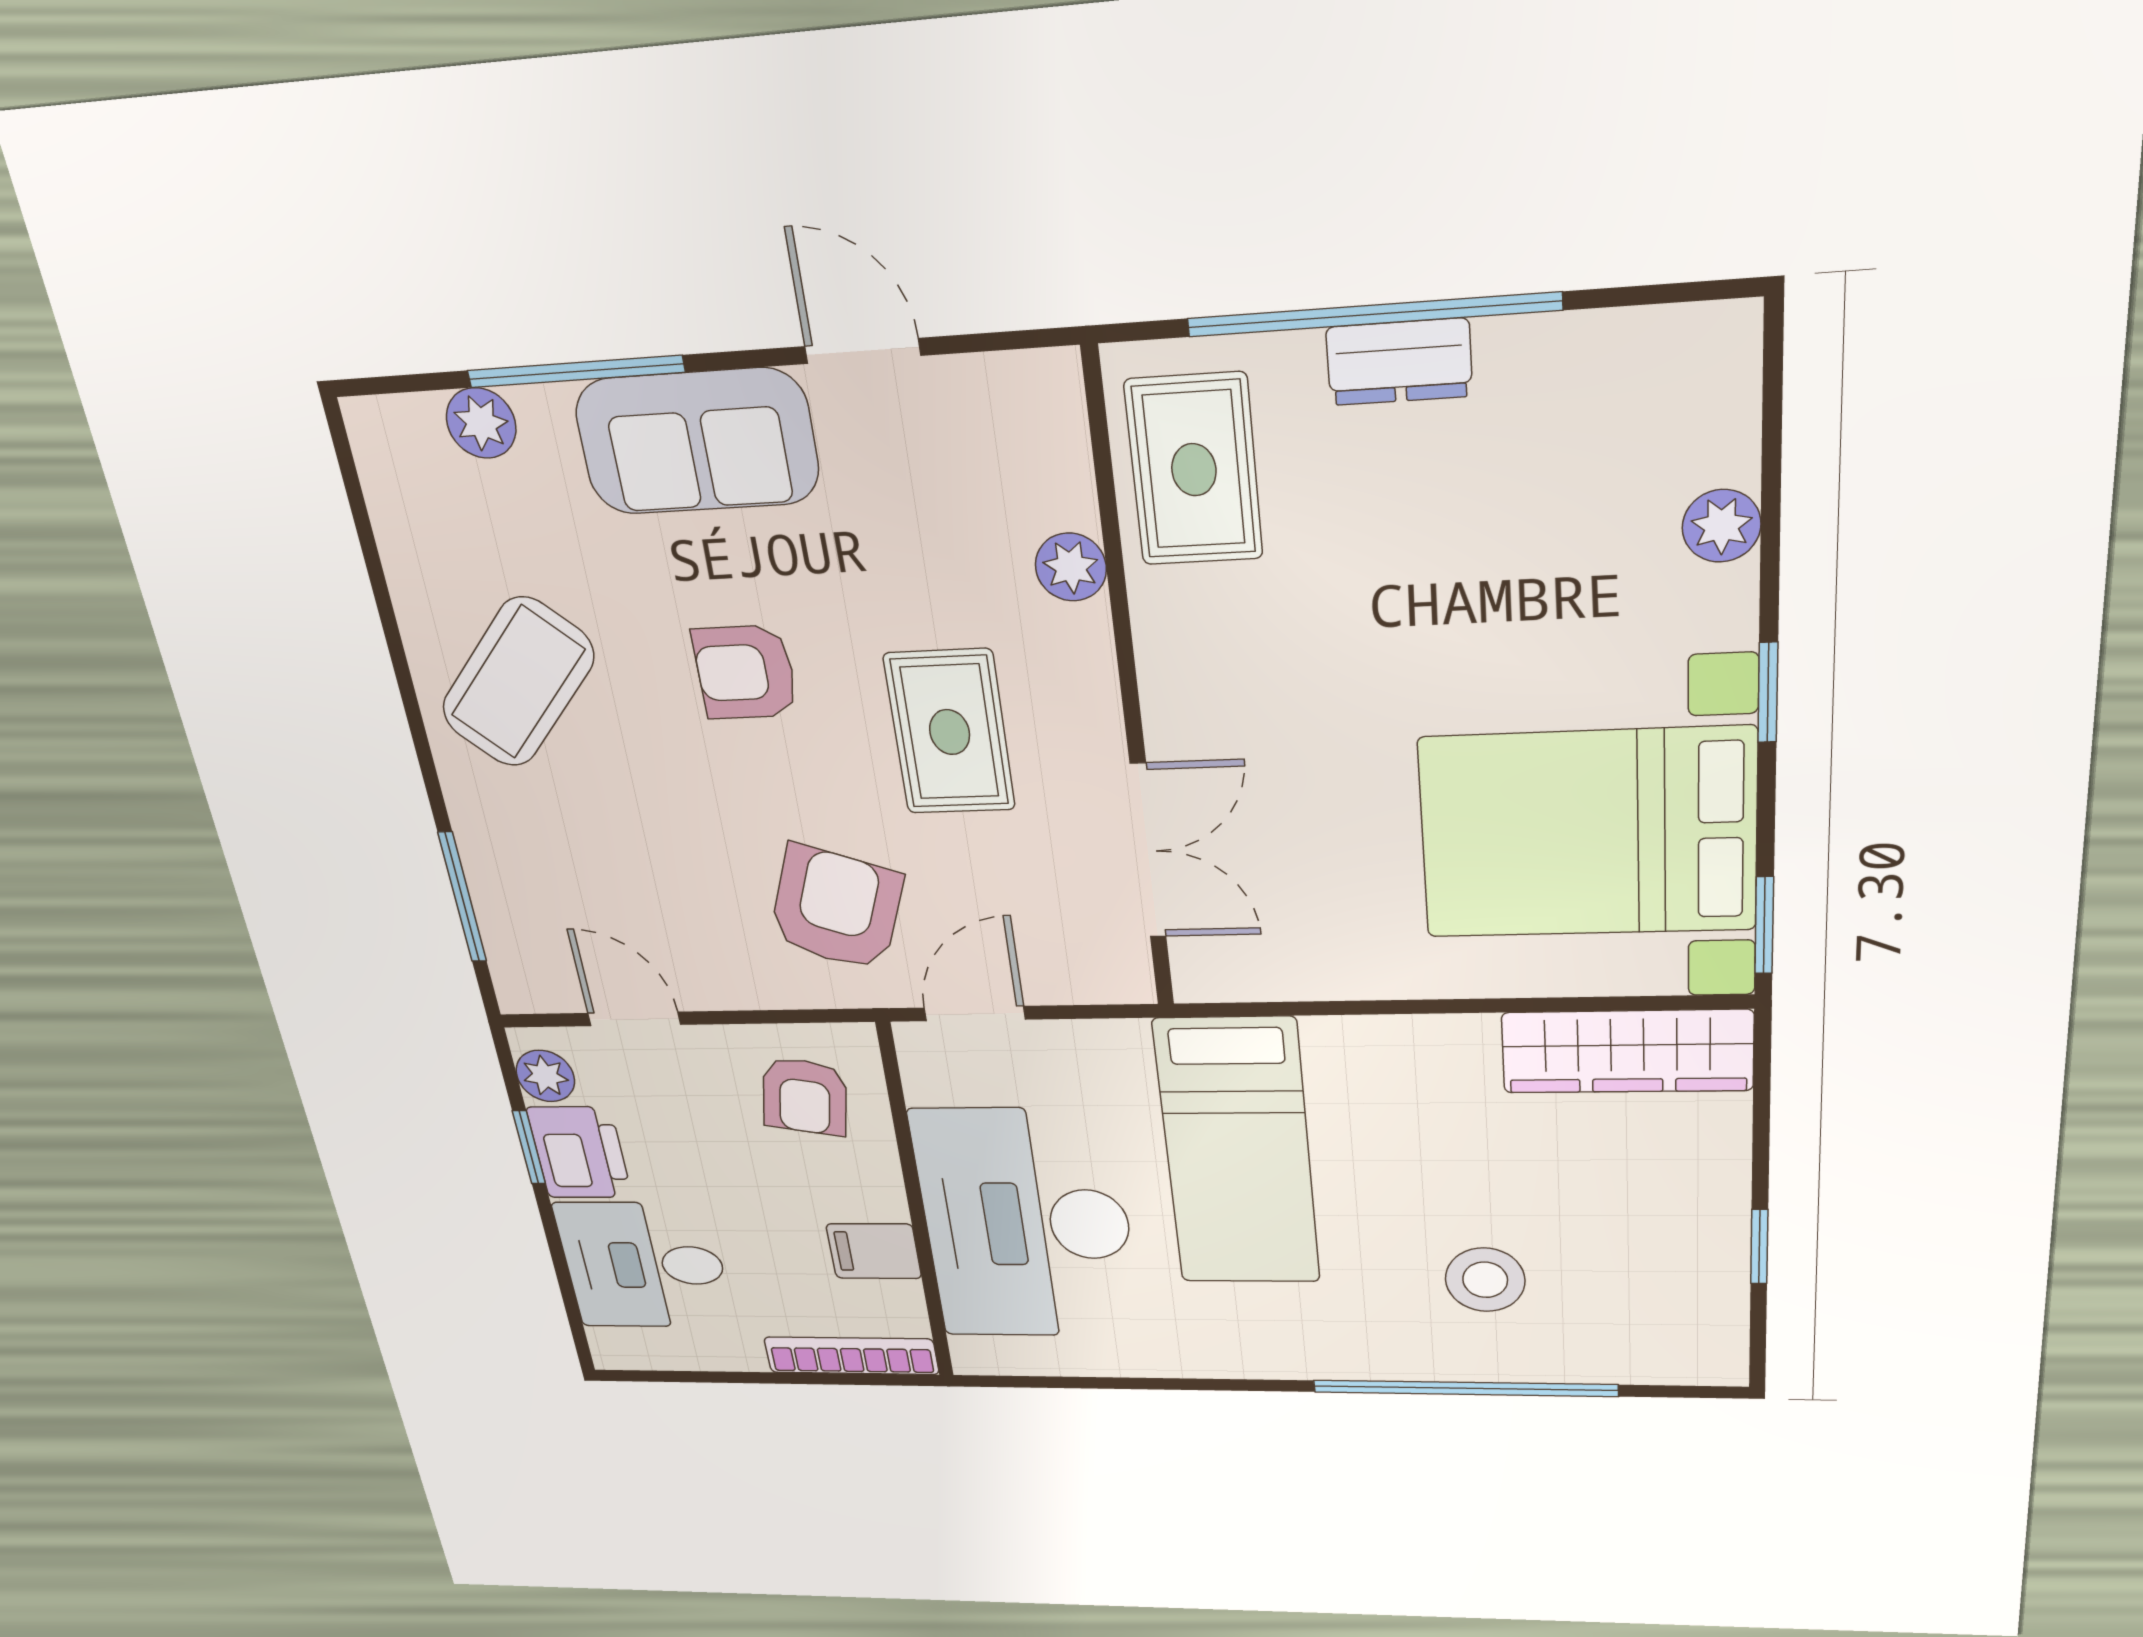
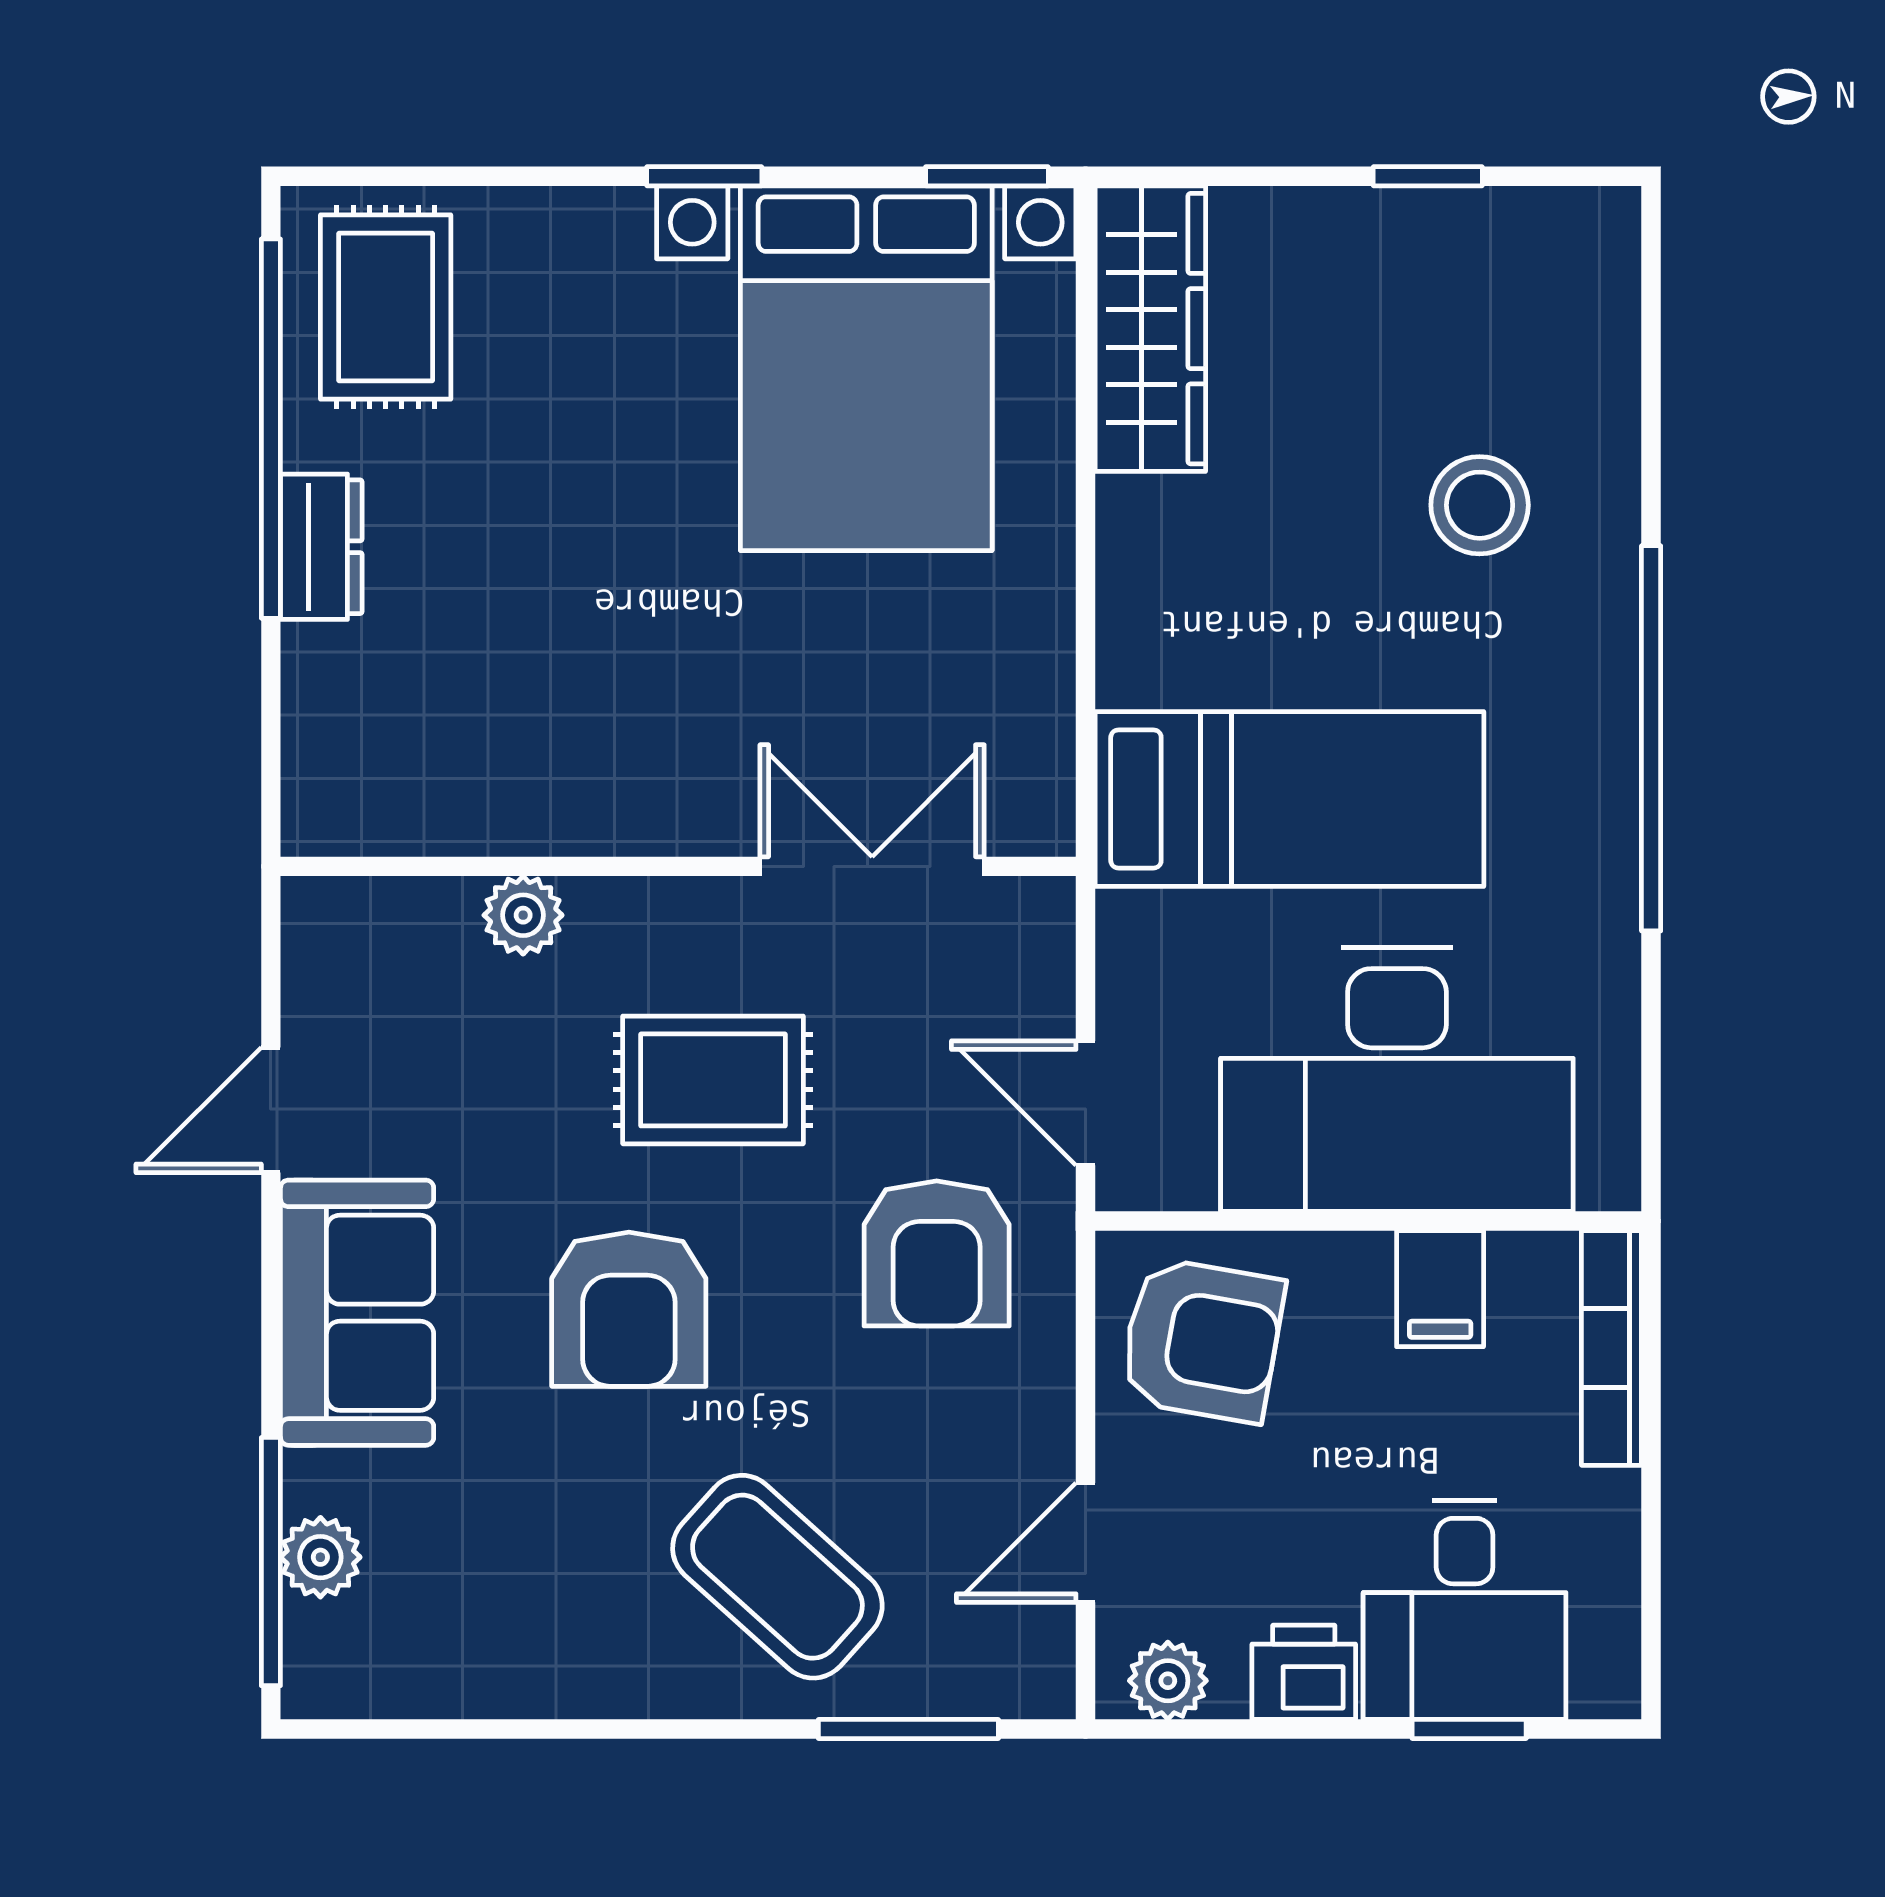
window: (1373, 315) -> (271, 429), moved
window: (576, 371) -> (271, 1562), moved
rug: (1194, 470) -> (386, 307), moved, turned 90
plant: (1722, 526) -> (515, 225), removed
armchair: (745, 672) -> (629, 1309), width x1.38, depth x1.38
coffee table: (518, 682) -> (777, 1577), moved
armchair: (836, 908) -> (937, 1253), turned -110
armchair: (805, 1096) -> (1202, 1340), width x1.38, depth x1.38
window: (529, 1147) -> (1469, 1729), moved
printer: (579, 1152) -> (1304, 1672), width x0.73, depth x0.81
window: (1465, 1388) -> (1651, 738), moved

